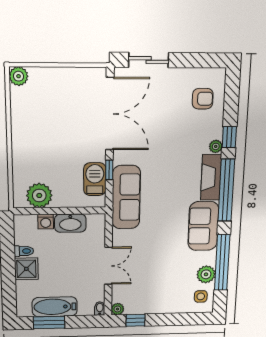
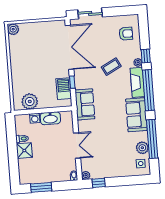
coffee table: (173, 150) -> (111, 67), added
sofa: (126, 197) -> (85, 104), width x0.73
bathtub: (55, 307) -> (44, 176), removed

